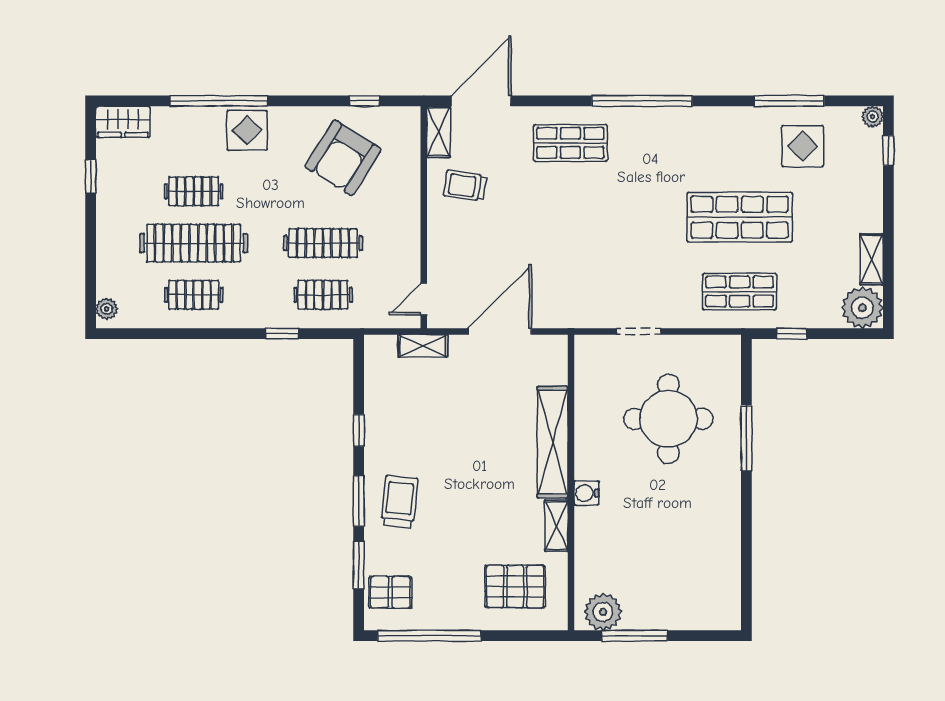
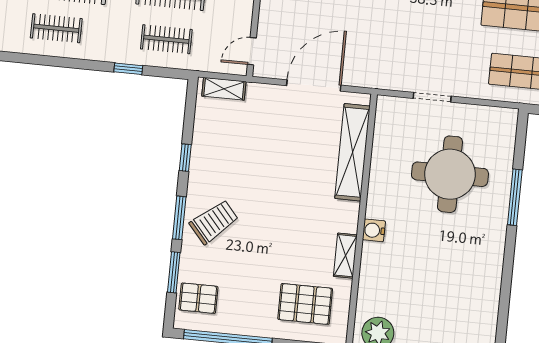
shelving: (423, 346) -> (224, 89), moved
shelving: (553, 442) -> (353, 152), moved
trolley: (399, 502) -> (214, 222), turned 43

